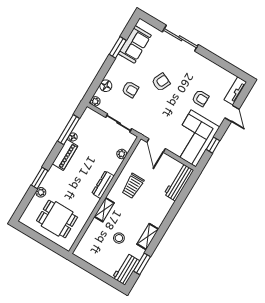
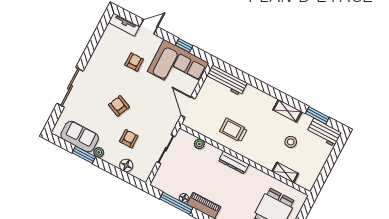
plant: (95, 101) -> (99, 152), moved
door: (156, 145) -> (188, 107), swing flipped
trolley: (133, 186) -> (233, 130), turned 180
shelving: (104, 210) -> (285, 173), moved

